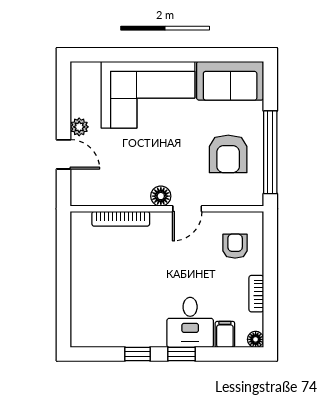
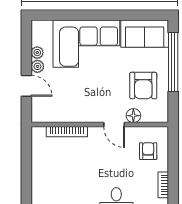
plant: (79, 107) -> (37, 53), added
window: (270, 152) -> (173, 62), moved
floor lamp: (161, 196) -> (133, 116), moved
door: (187, 209) -> (114, 125), hinge flipped

